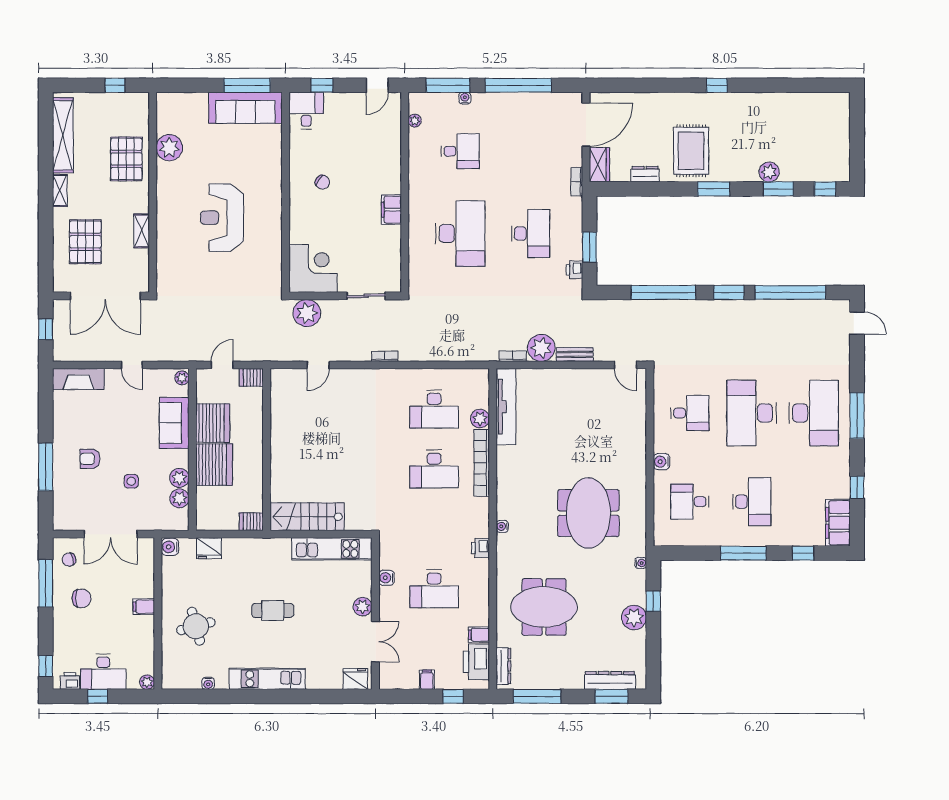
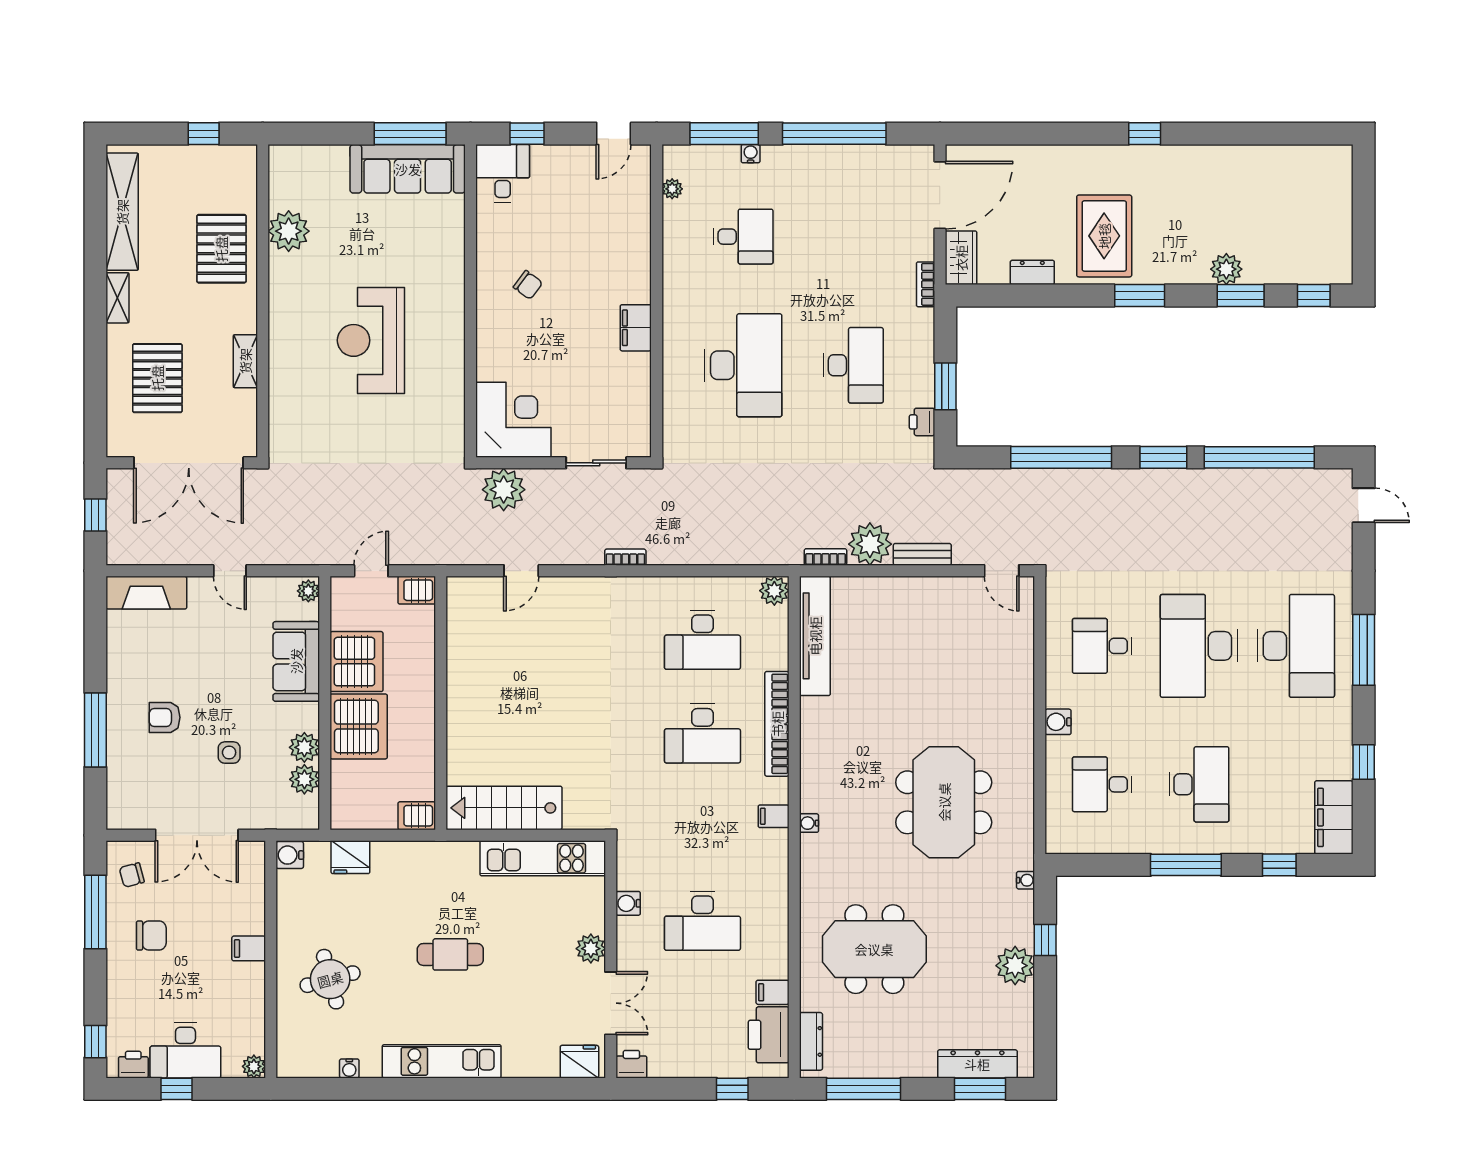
desk: (690, 413) -> (1102, 646), turned 180
plant: (480, 419) -> (774, 591), moved
printer: (480, 548) -> (631, 1064), moved, turned 90
filing cabinet: (427, 680) -> (774, 816), moved, turned -90

